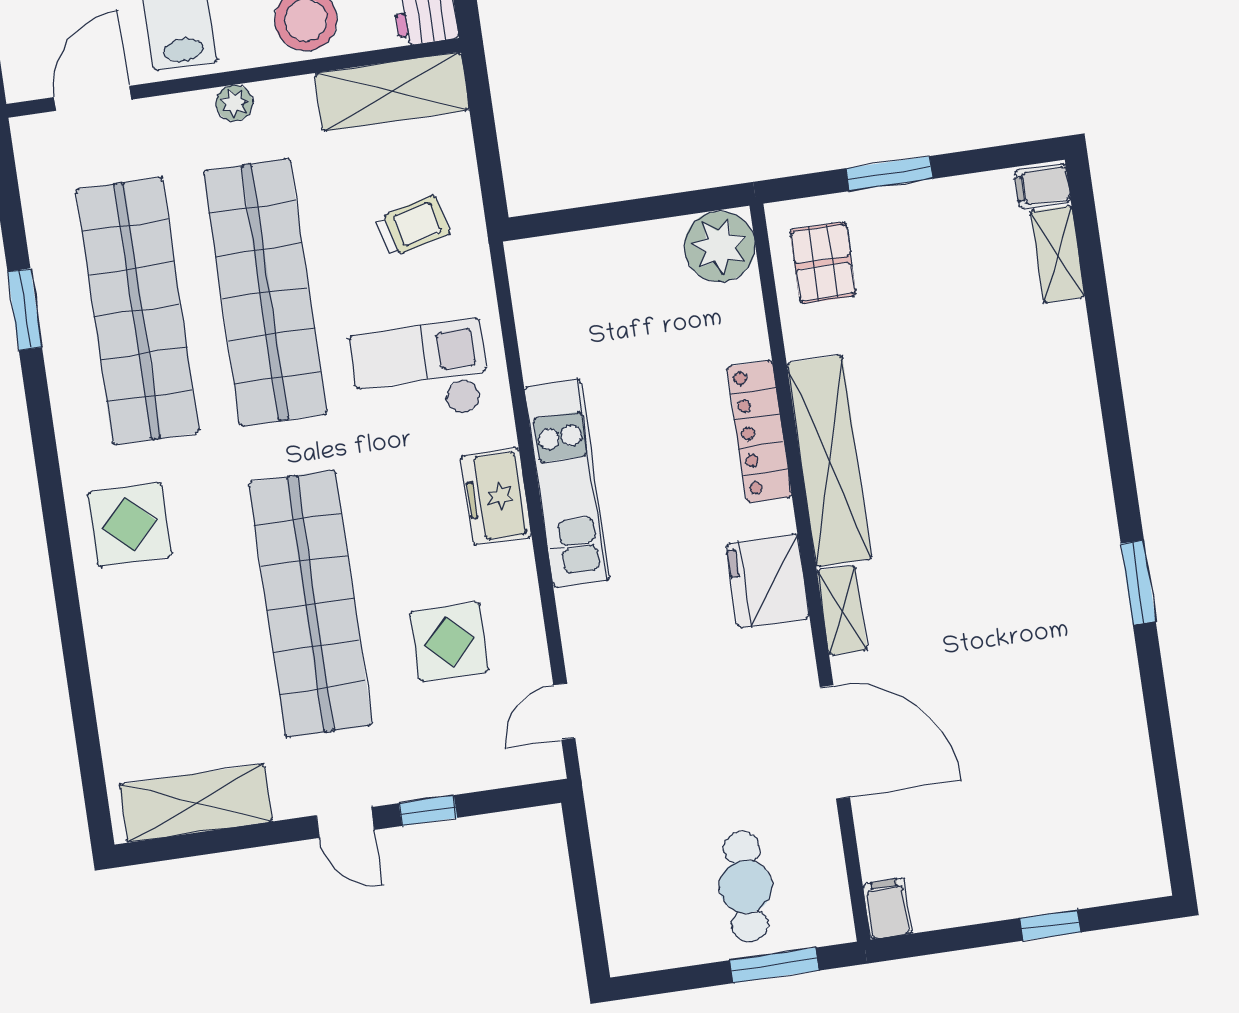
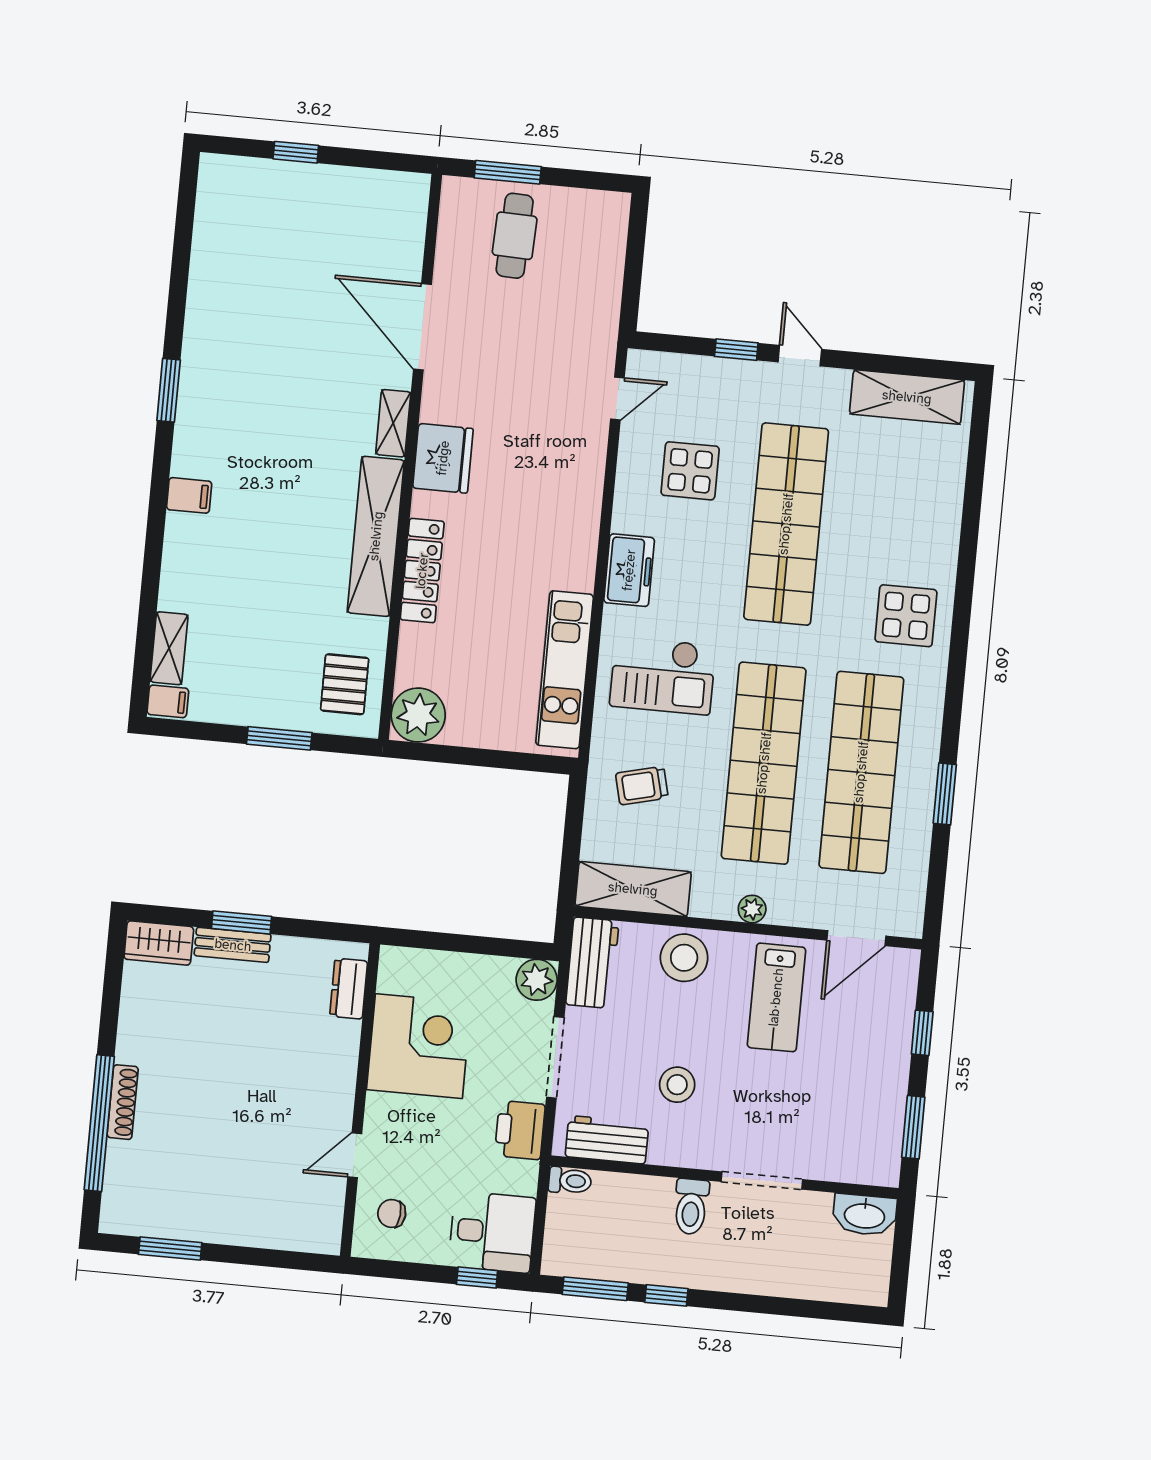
kitchen unit: (567, 483) -> (565, 670), moved
filing cabinet: (887, 909) -> (189, 495), moved, turned -90

